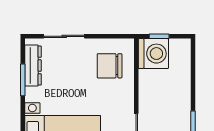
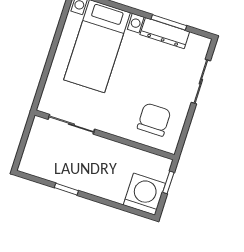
washing machine: (153, 54) -> (144, 194), moved, turned 180
dresser: (33, 66) -> (165, 33), moved

